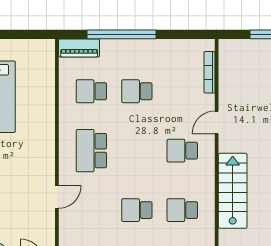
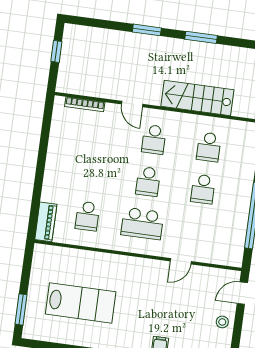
window: (121, 34) -> (39, 181), removed
school desk: (137, 91) -> (148, 182), moved
door: (57, 197) -> (181, 261), swing flipped

